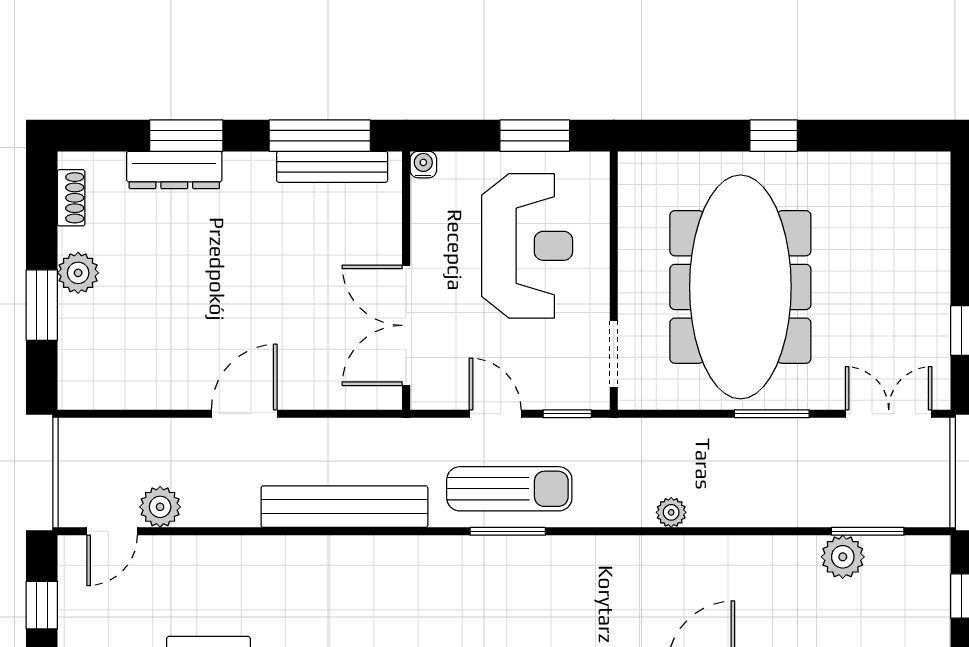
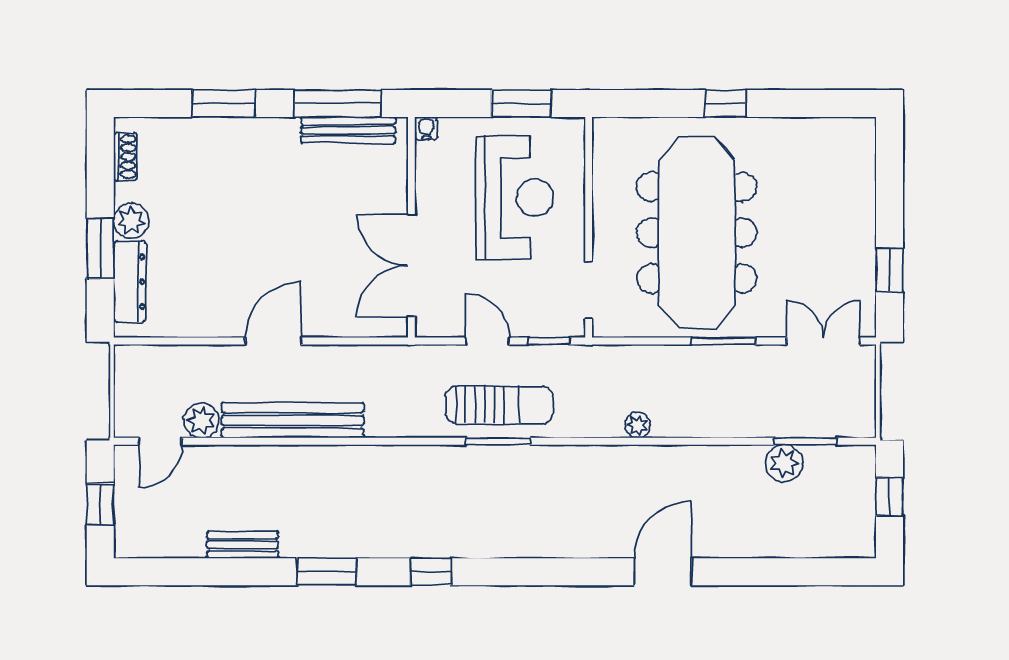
dresser: (174, 170) -> (130, 282), moved, turned -90
bench: (344, 507) -> (293, 420), moved

